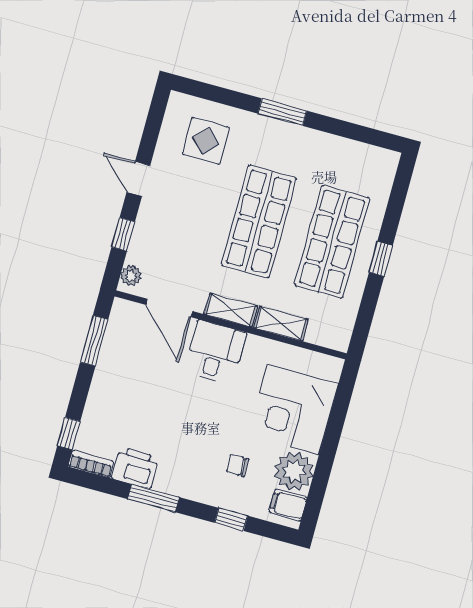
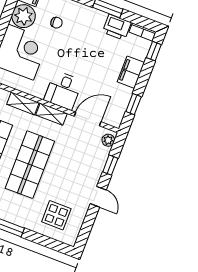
door: (169, 308) -> (88, 119), hinge flipped
window: (94, 341) -> (134, 104), width x0.67
filing cabinet: (104, 394) -> (131, 72), added

